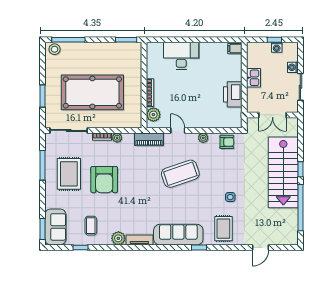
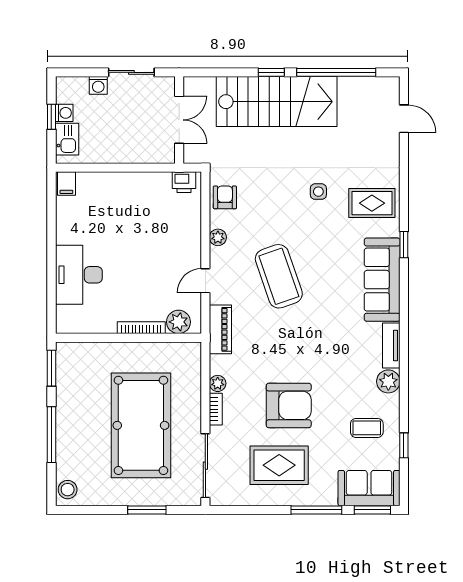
window: (68, 40) -> (51, 435), moved
kitchen sink: (254, 78) -> (67, 139), moved, turned 90
printer: (233, 94) -> (184, 182), moved, width x0.53, depth x0.68
window: (43, 165) -> (316, 510), moved
door: (260, 248) -> (404, 119), moved

